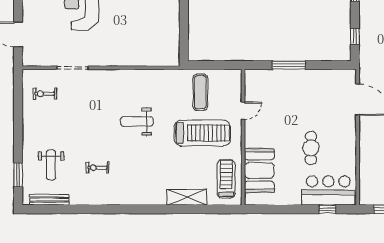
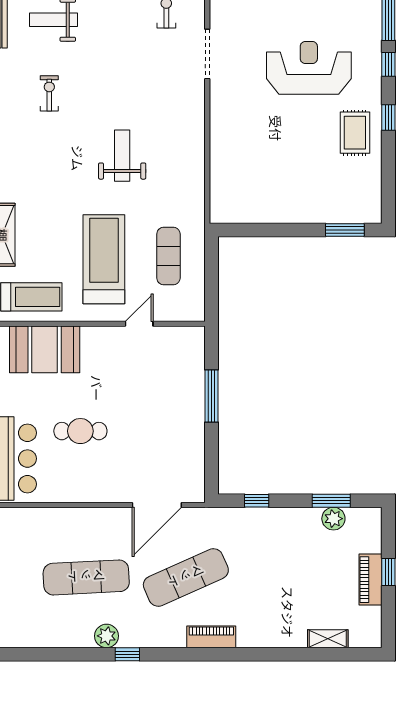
exercise mat: (200, 92) -> (168, 256), turned 90
door: (243, 111) -> (139, 324), swing flipped
treadmill: (202, 133) -> (104, 259), turned 180

